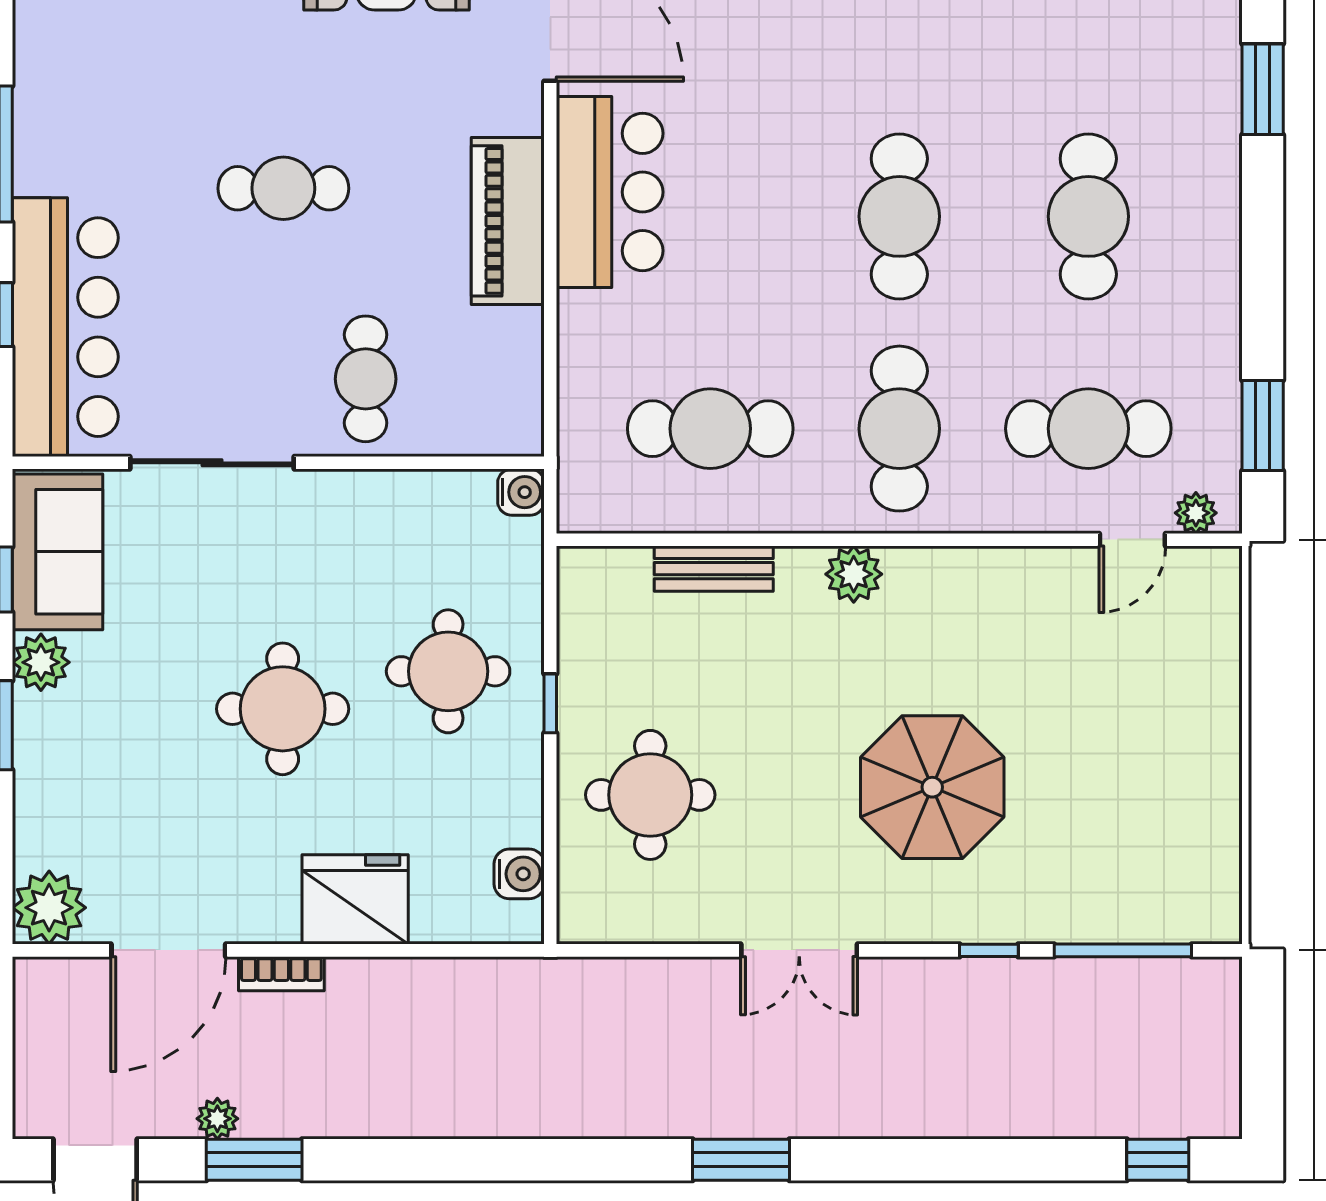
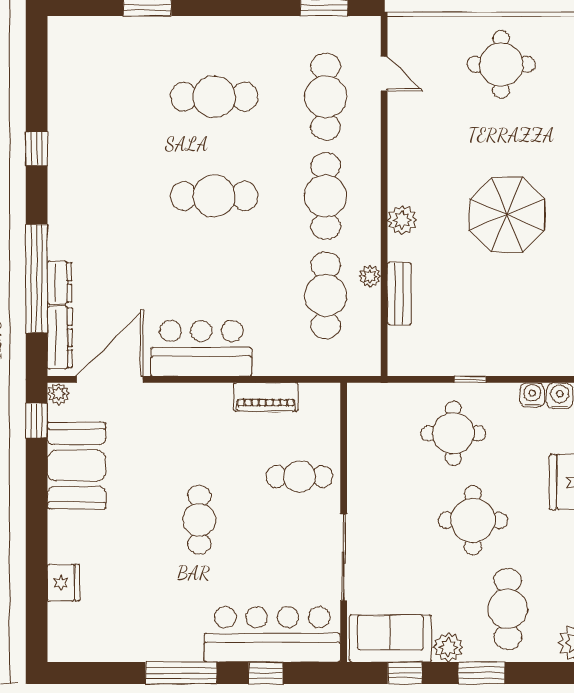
piano: (508, 221) -> (266, 397), moved, width x0.73, depth x0.75
cafe table: (899, 429) -> (326, 196), turned 90
water cooler: (521, 492) -> (532, 395), moved
plant: (1196, 513) -> (370, 276), moved
cafe table: (114, 775) -> (508, 609), added
parasol: (932, 787) -> (507, 215), moved
round table: (650, 795) -> (501, 64), moved

